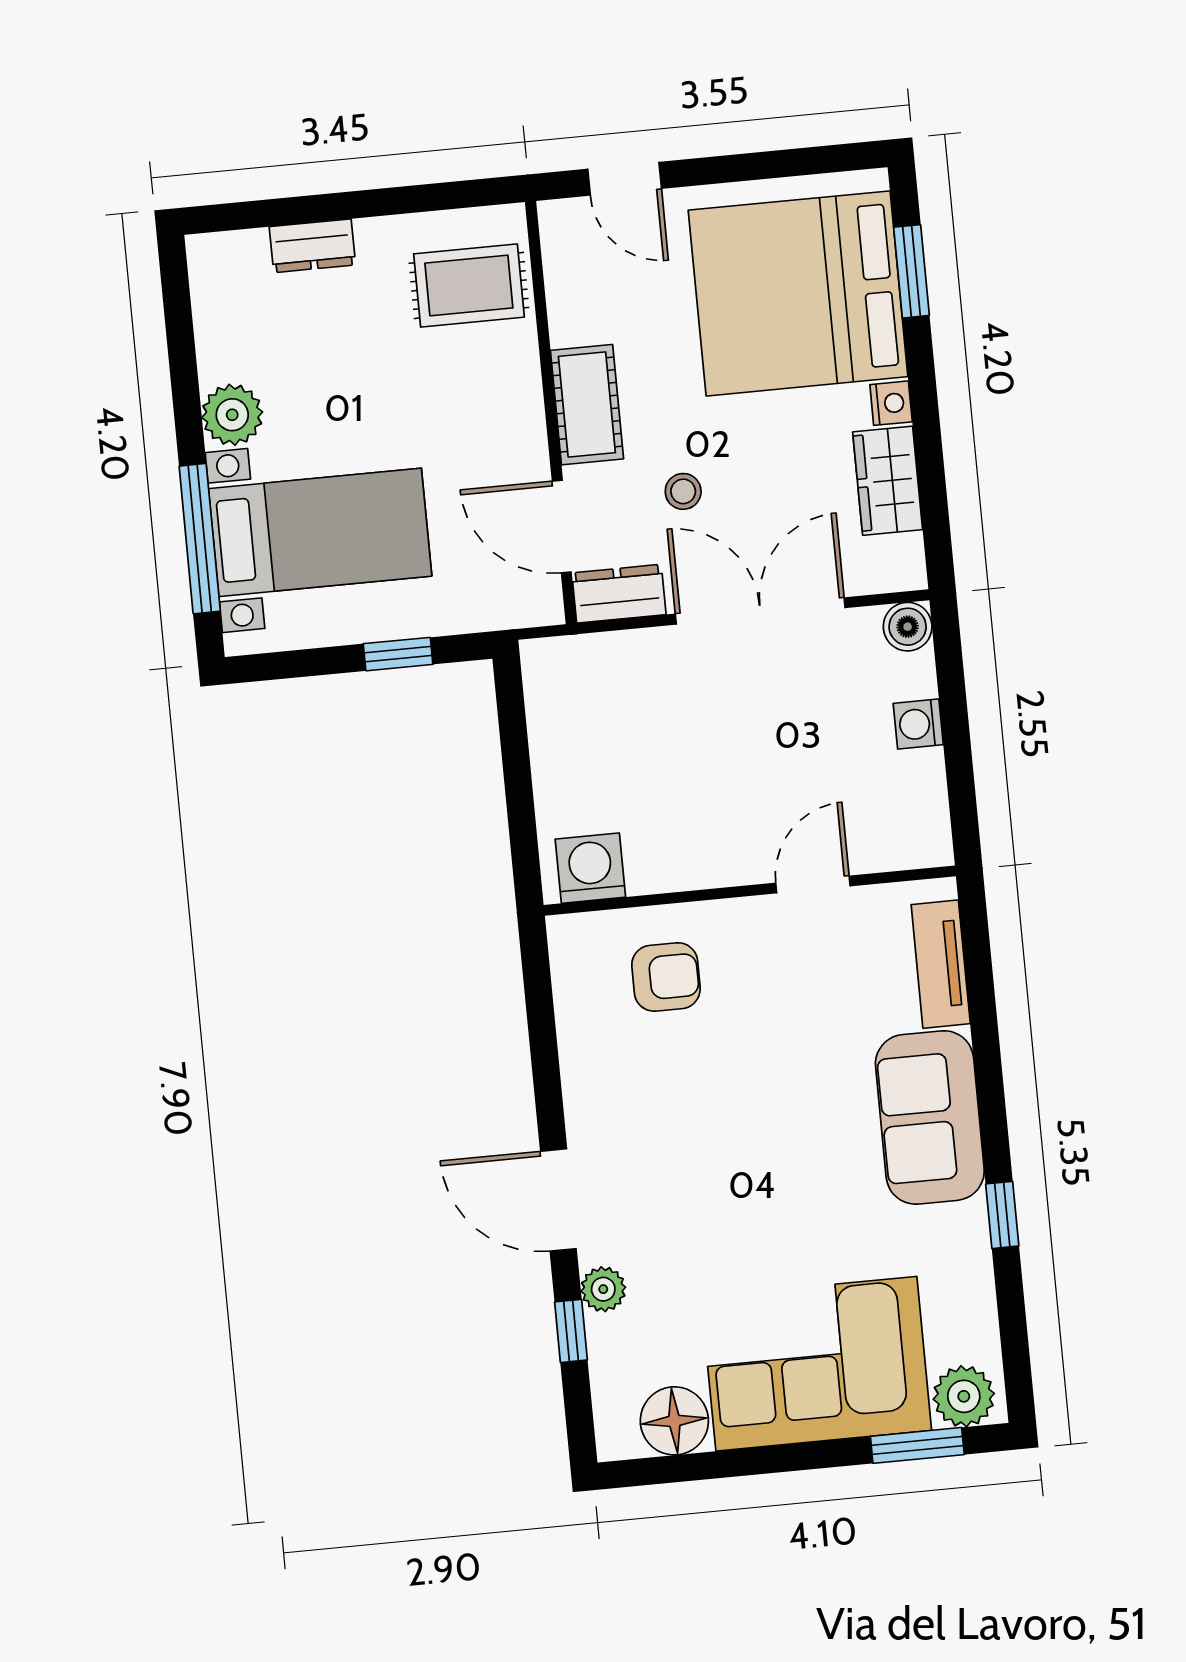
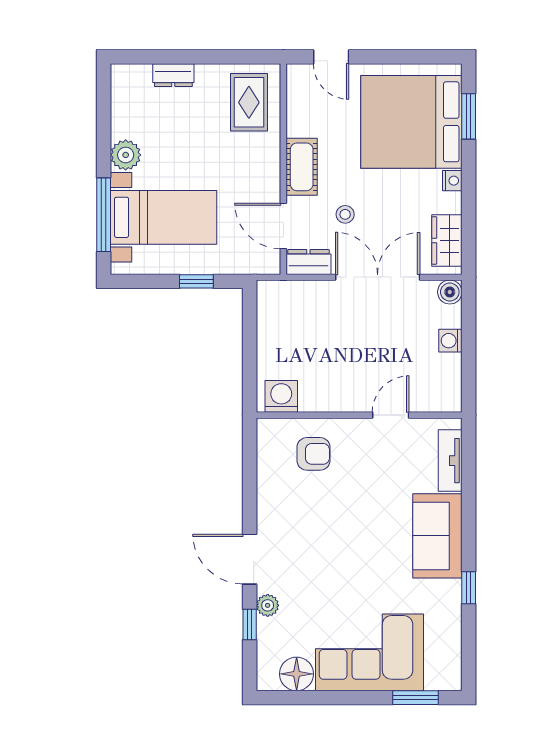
rug: (469, 285) -> (249, 102), turned 90
wardrobe: (888, 481) -> (447, 240), moved
plant: (964, 1396) -> (441, 676), removed

